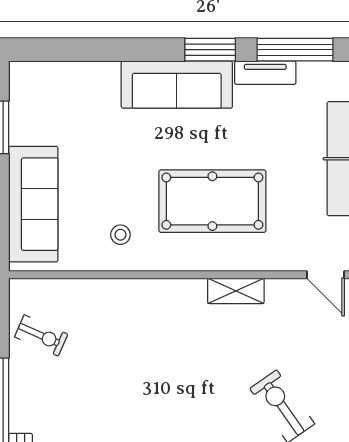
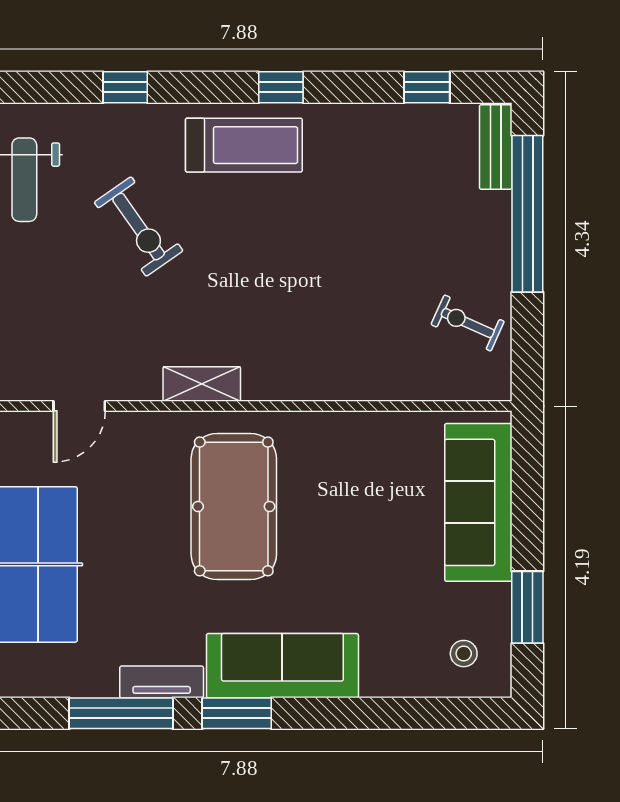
pool table: (212, 201) -> (234, 506), turned 90
stool: (120, 235) -> (464, 654), moved
door: (325, 275) -> (79, 406), swing flipped

